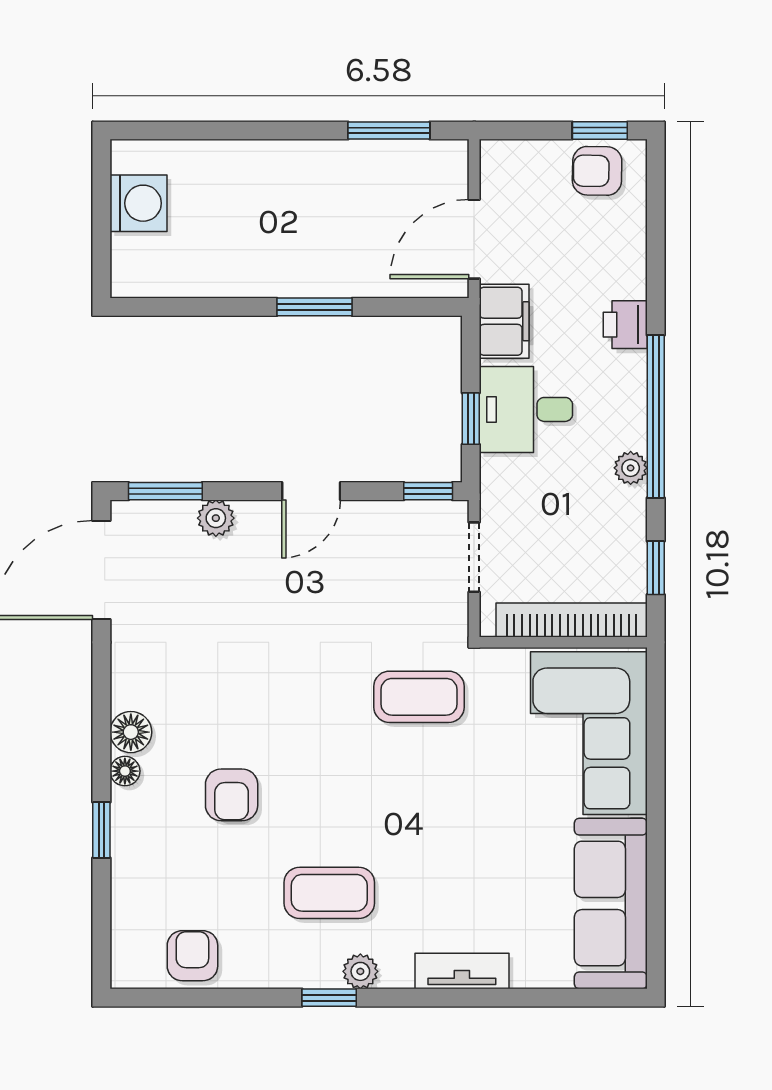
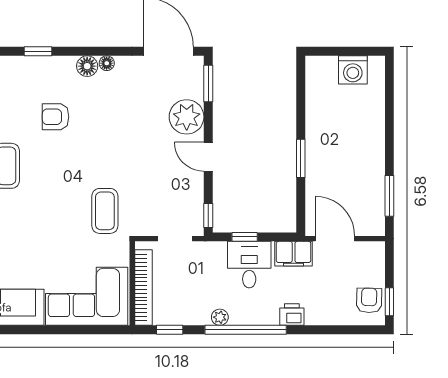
plant: (216, 518) -> (187, 117), width x1.87, depth x1.87
floor lamp: (125, 771) -> (107, 63), moved

